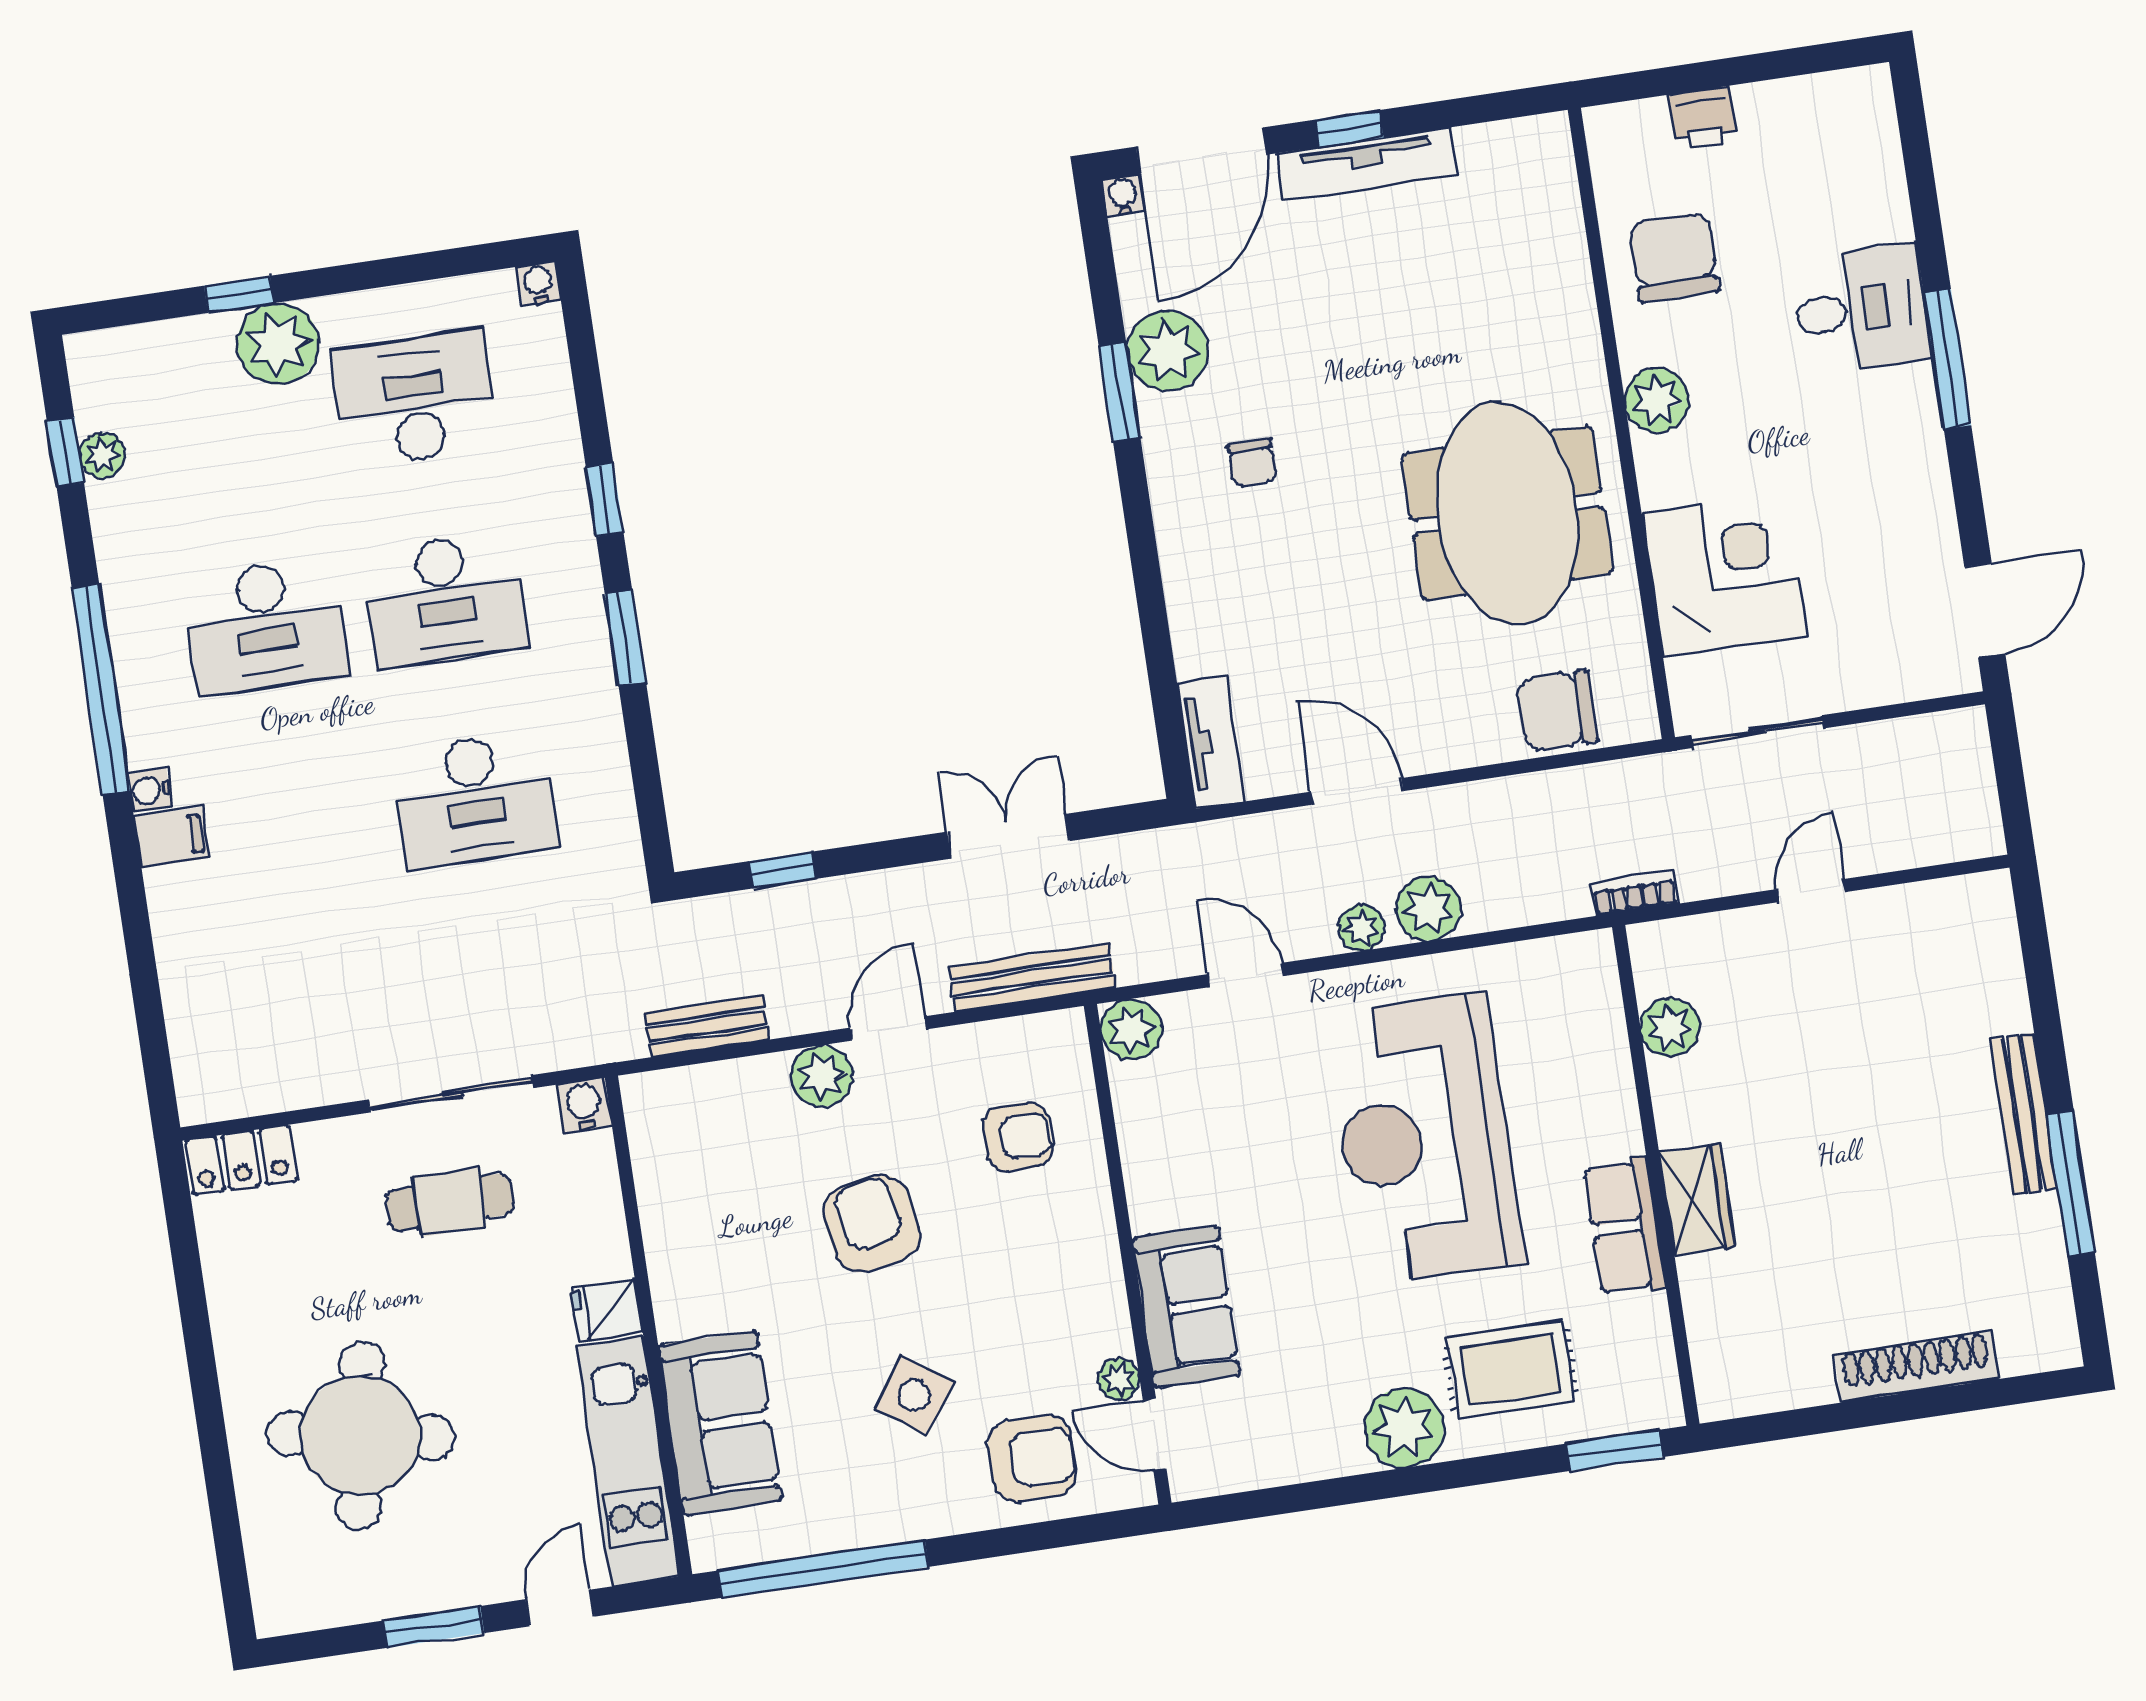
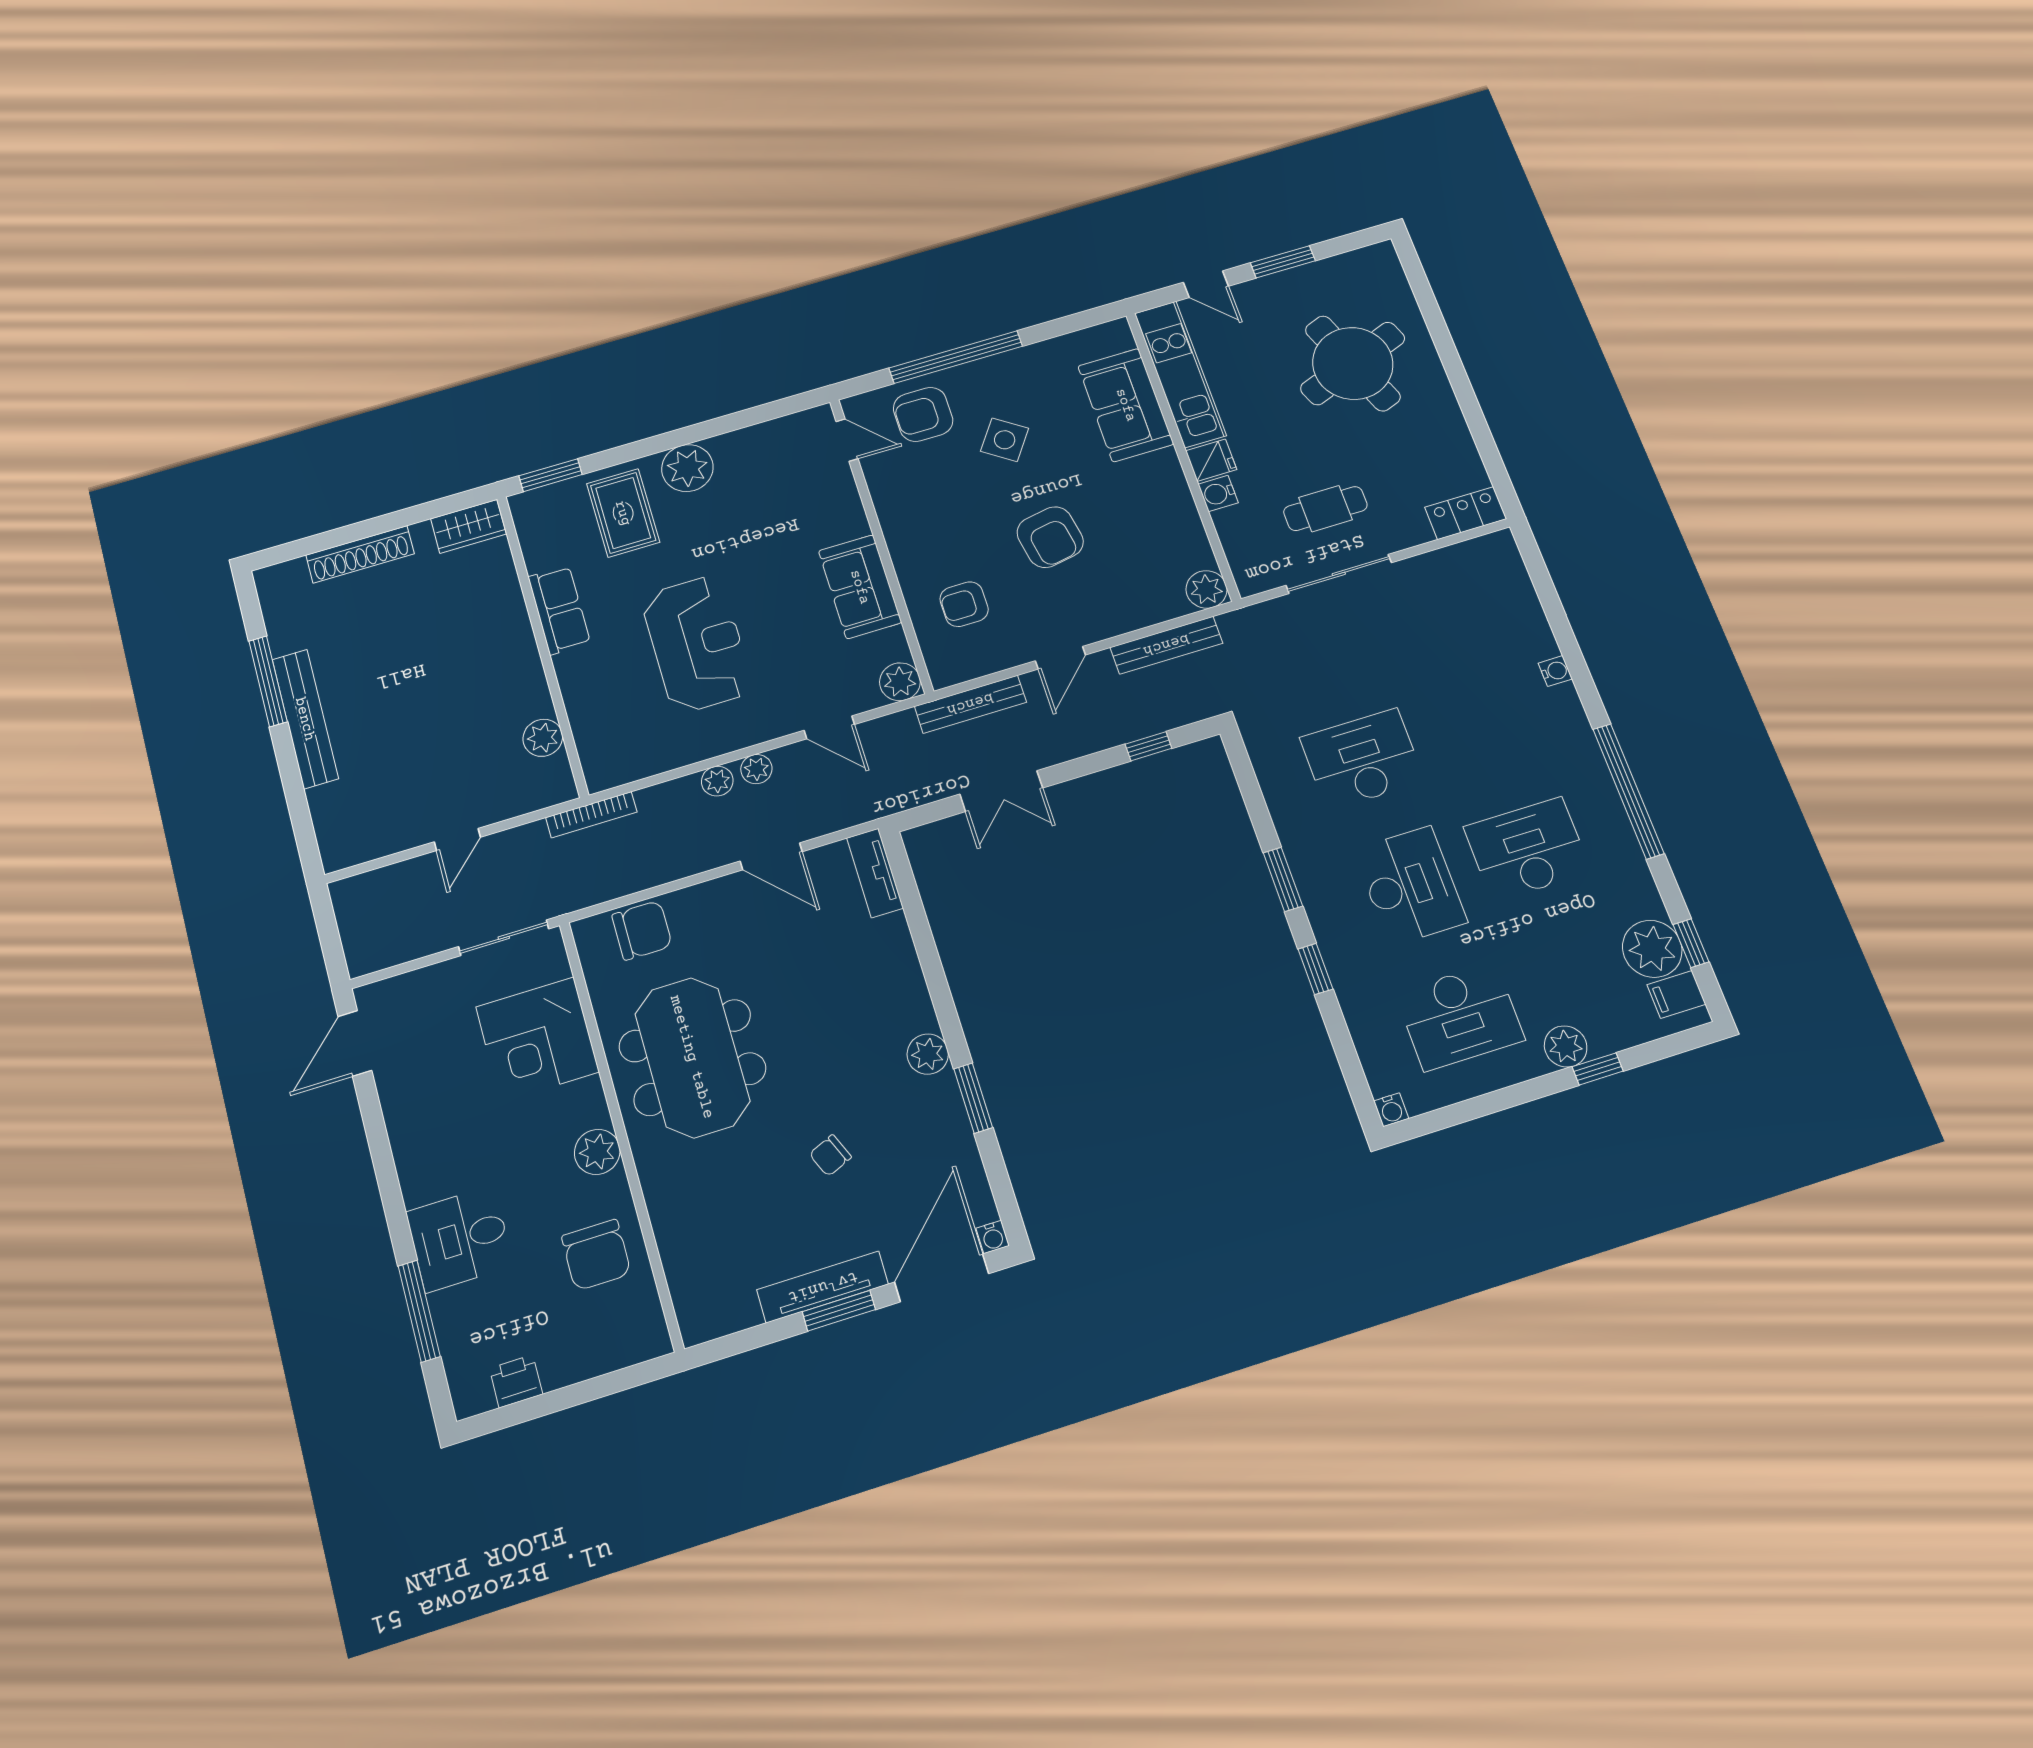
printer: (1703, 118) -> (516, 1381), moved
window: (1349, 129) -> (839, 1311), width x1.50
plant: (278, 344) -> (1566, 1046), width x0.73, depth x0.73
plant: (1168, 351) -> (928, 1054), moved, width x0.73, depth x0.73
window: (1947, 359) -> (419, 1311), moved
plant: (103, 455) -> (1652, 949), width x1.87, depth x1.87
chair: (1252, 463) -> (830, 1155), moved, turned -113
desk: (445, 599) -> (1410, 886), turned 90
water cooler: (150, 790) -> (1555, 671), moved
filing cabinet: (172, 837) -> (1676, 994), moved
bookcase: (1635, 893) -> (591, 815), width x1.56
plant: (1428, 909) -> (717, 781), width x0.73, depth x0.73
bench: (707, 1026) -> (1166, 645), width x1.36
plant: (822, 1076) -> (1206, 589), moved
water cooler: (584, 1105) -> (1218, 493), moved, turned 90
bench: (2024, 1114) -> (305, 719), width x1.37, depth x1.21
reception desk: (1424, 1139) -> (697, 644), width x0.74, depth x0.77
wardrobe: (1697, 1199) -> (468, 526), moved, turned -90
sofa: (1186, 1307) -> (860, 587), moved
rug: (1511, 1369) -> (623, 513), turned 90
plant: (1119, 1379) -> (875, 469), removed
round table: (360, 1435) -> (1353, 363), turned -31
window: (823, 1569) -> (956, 357), moved
door: (560, 1608) -> (1206, 284), hinge flipped

